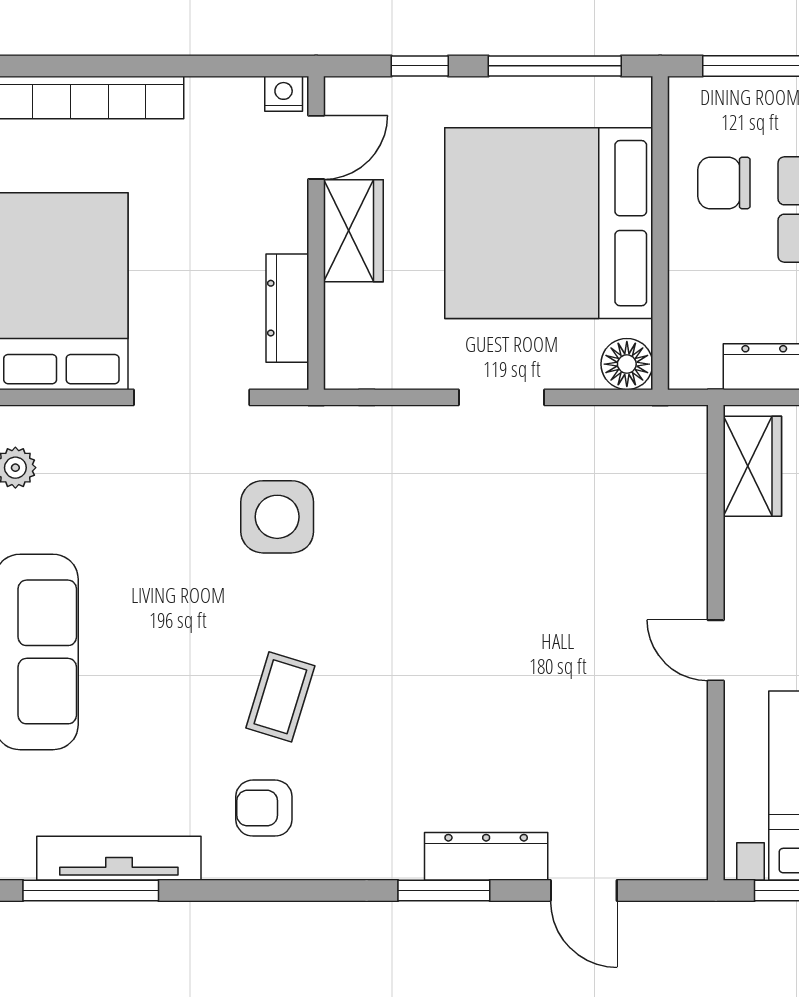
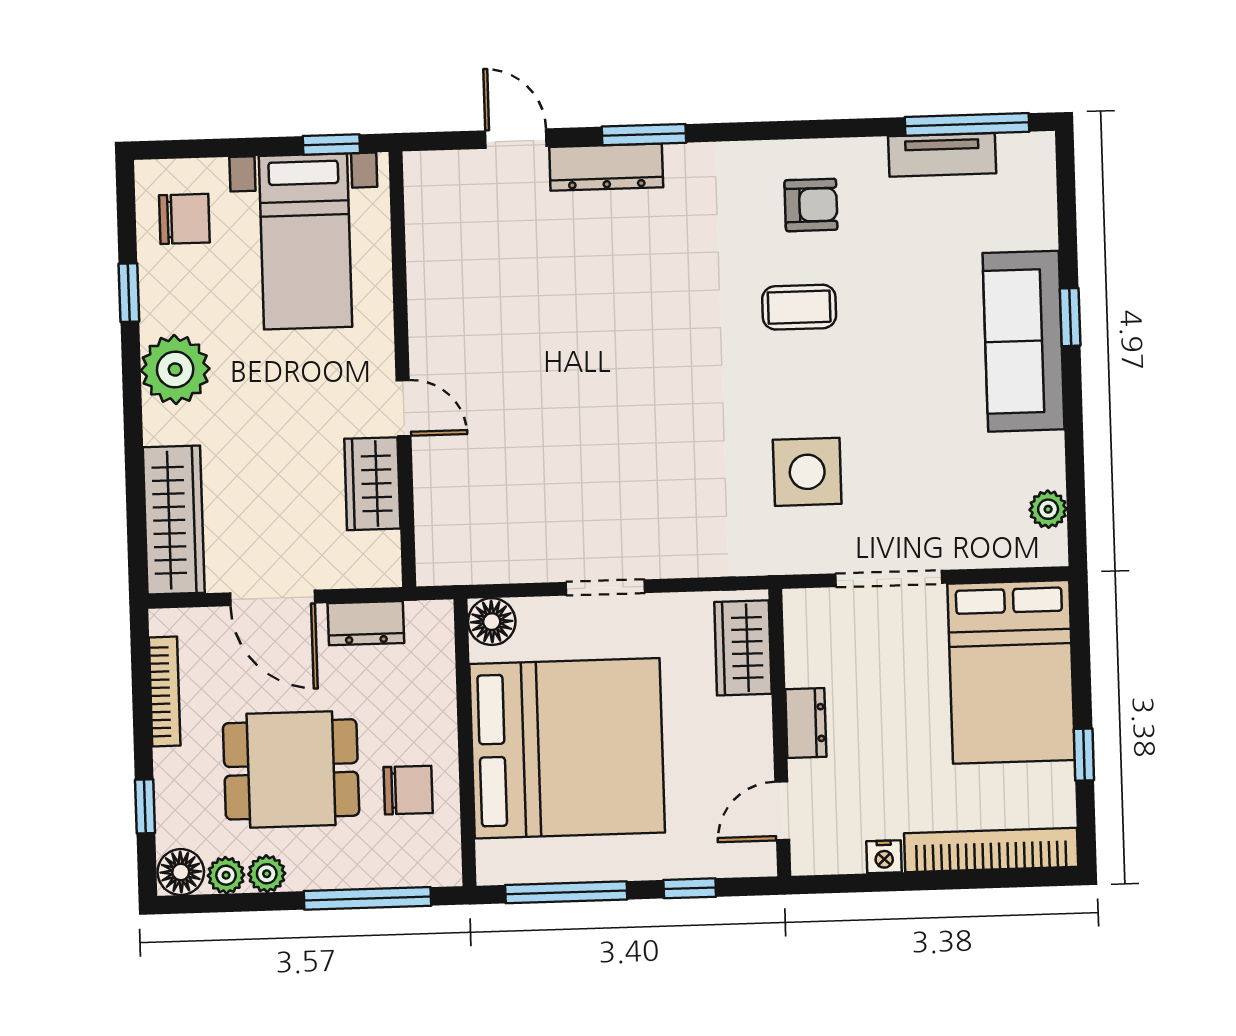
nightstand: (284, 94) -> (884, 857), moved
wardrobe: (353, 231) -> (743, 648), moved
dresser: (287, 308) -> (806, 723), moved, width x0.70
wardrobe: (752, 466) -> (372, 484), moved
door: (716, 650) -> (404, 408), moved
coffee table: (280, 697) -> (799, 307), turned 73
tv unit: (119, 858) -> (942, 155), width x0.71

